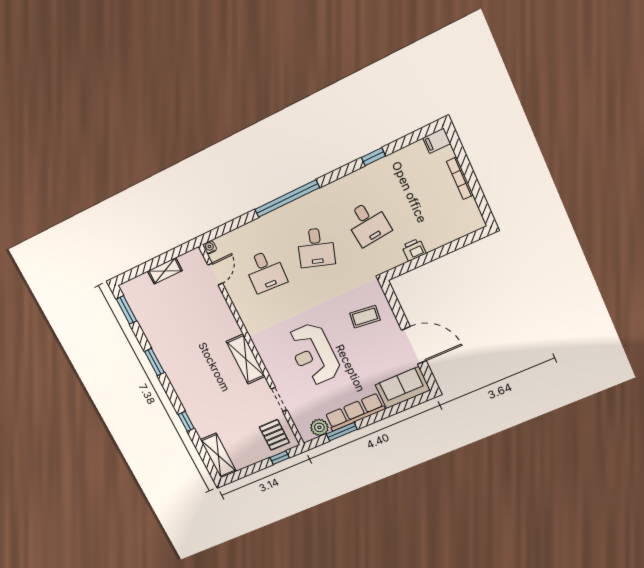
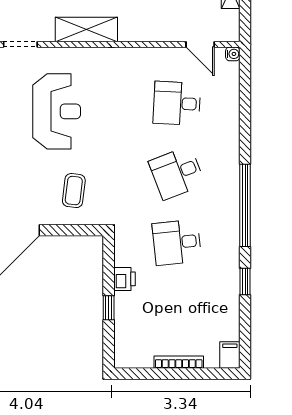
window: (287, 199) -> (245, 205), moved
desk: (316, 248) -> (177, 173), turned -39
window: (441, 251) -> (109, 308), added
reception desk: (314, 354) -> (57, 111), turned 90

